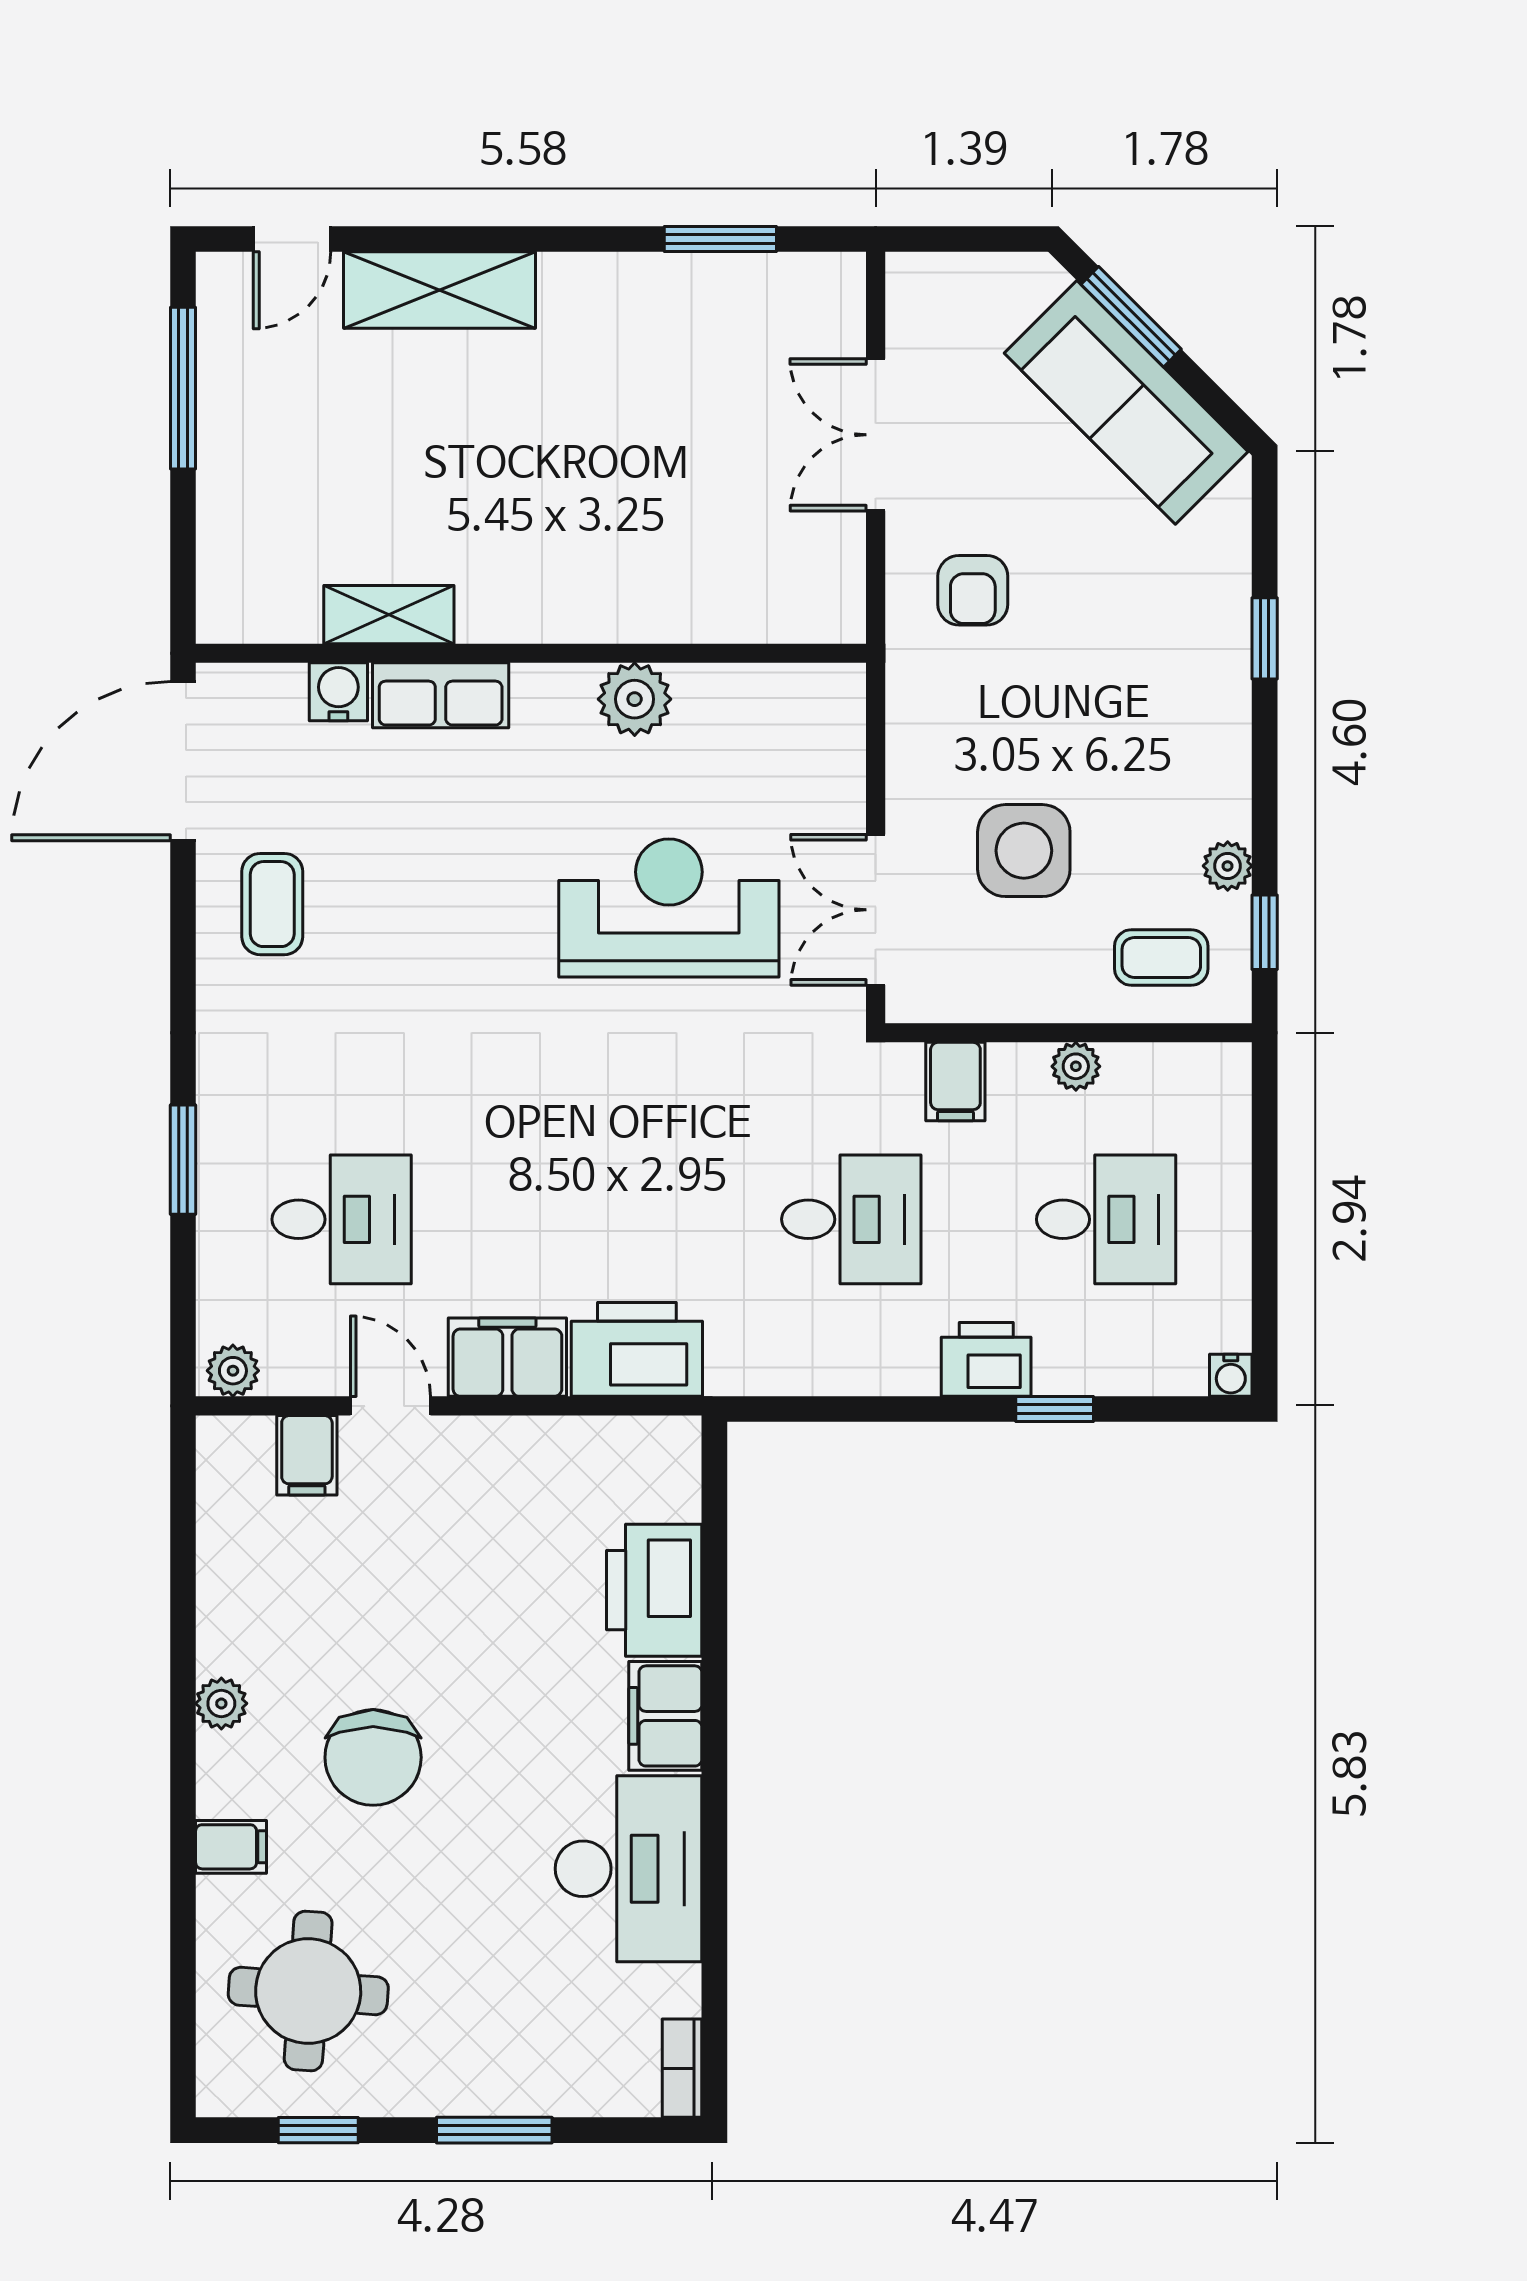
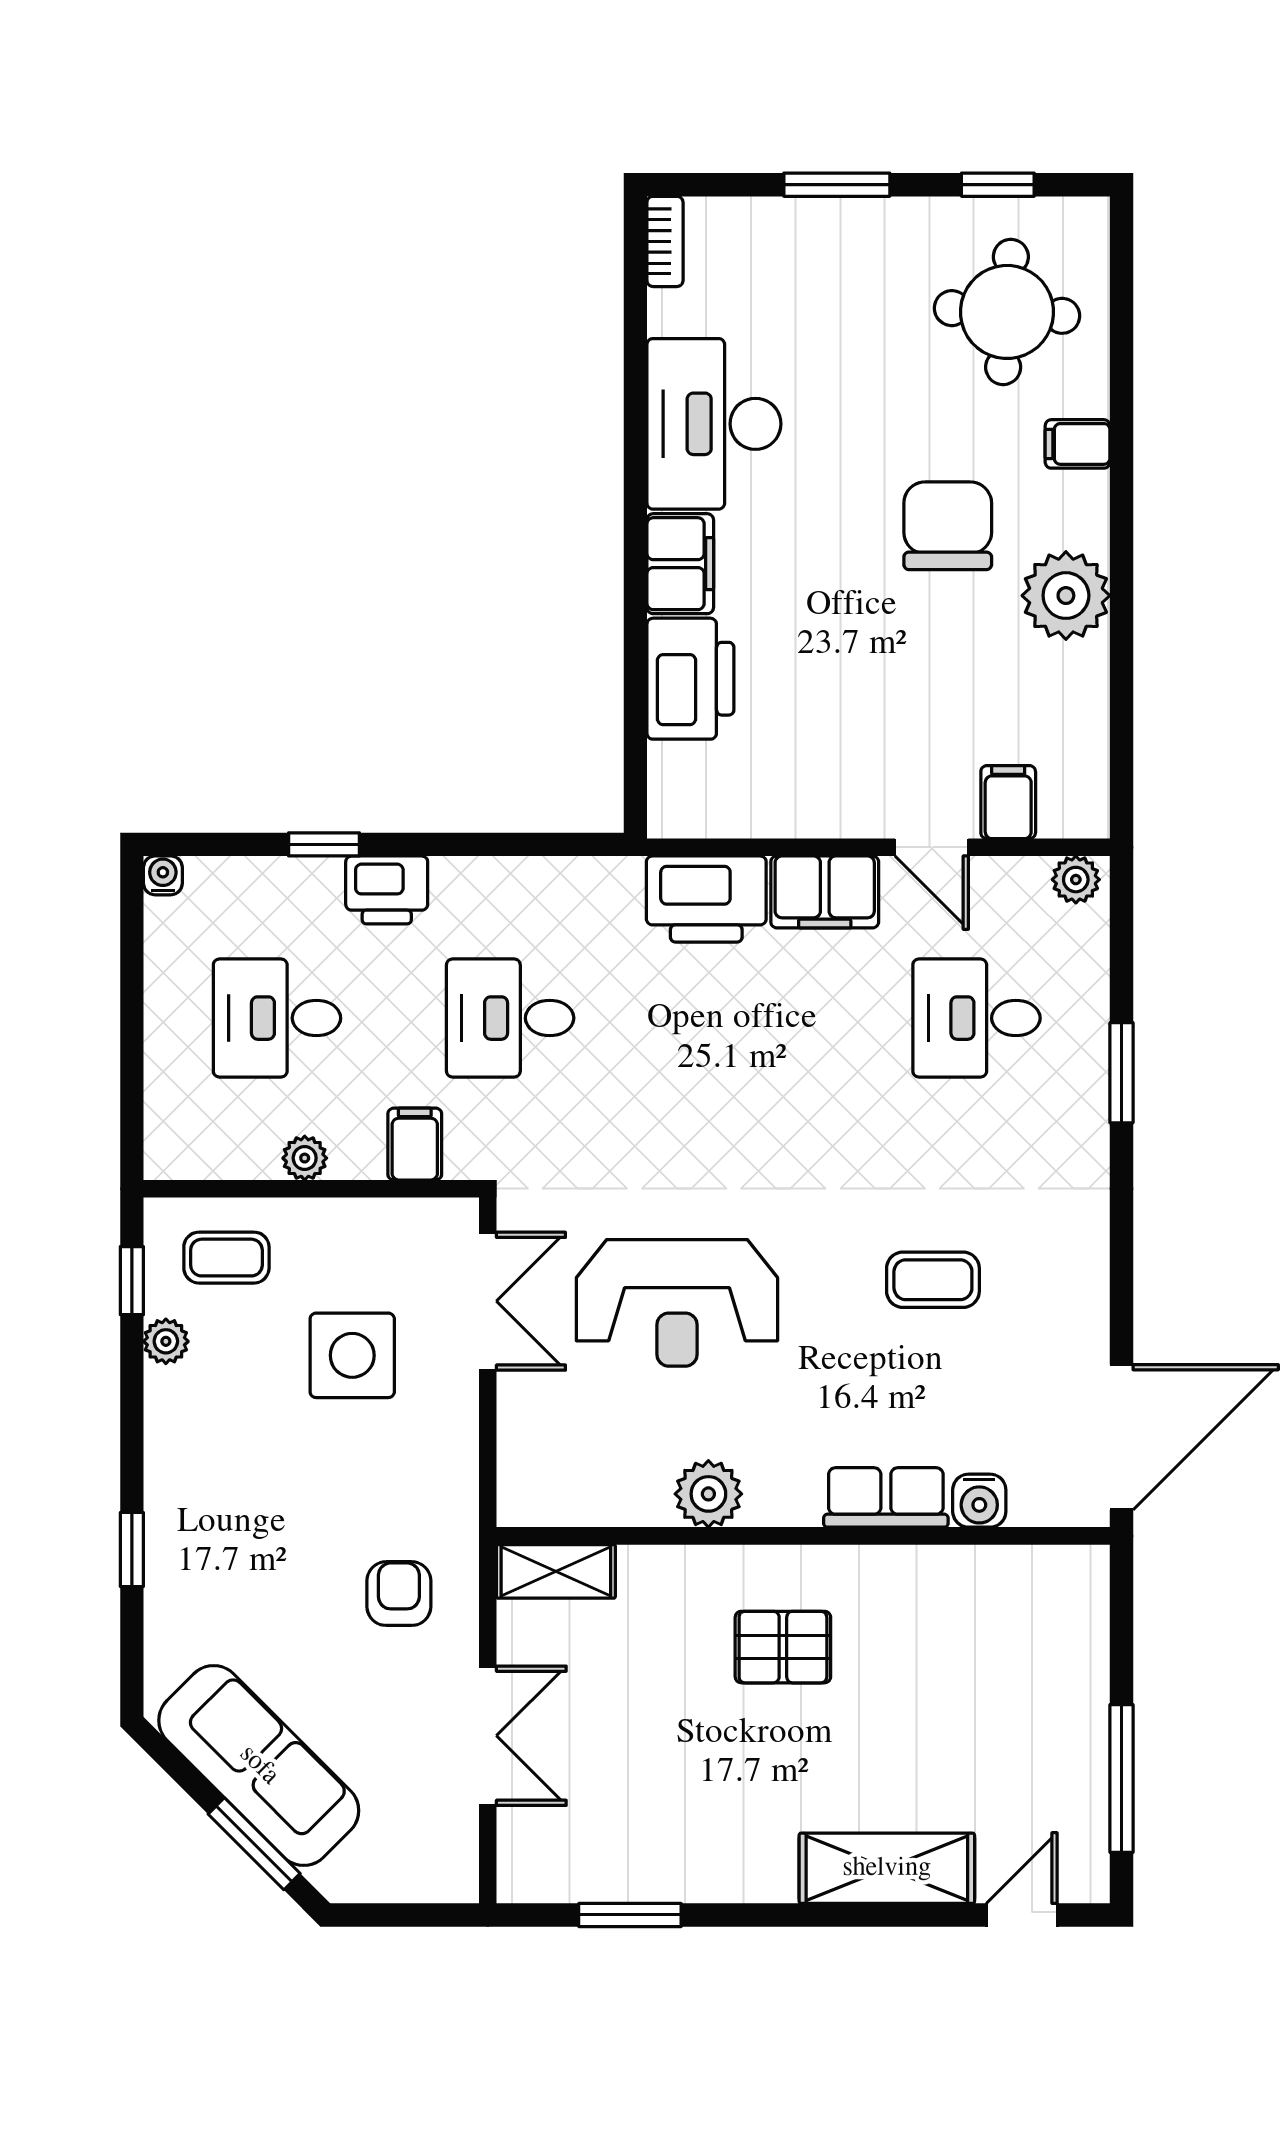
pallet: (553, 532) -> (783, 1647), added
shelving: (389, 615) -> (556, 1571), moved
coffee table: (272, 904) -> (933, 1280), moved, turned 90
plant: (221, 1703) -> (1066, 596), width x1.87, depth x1.87

